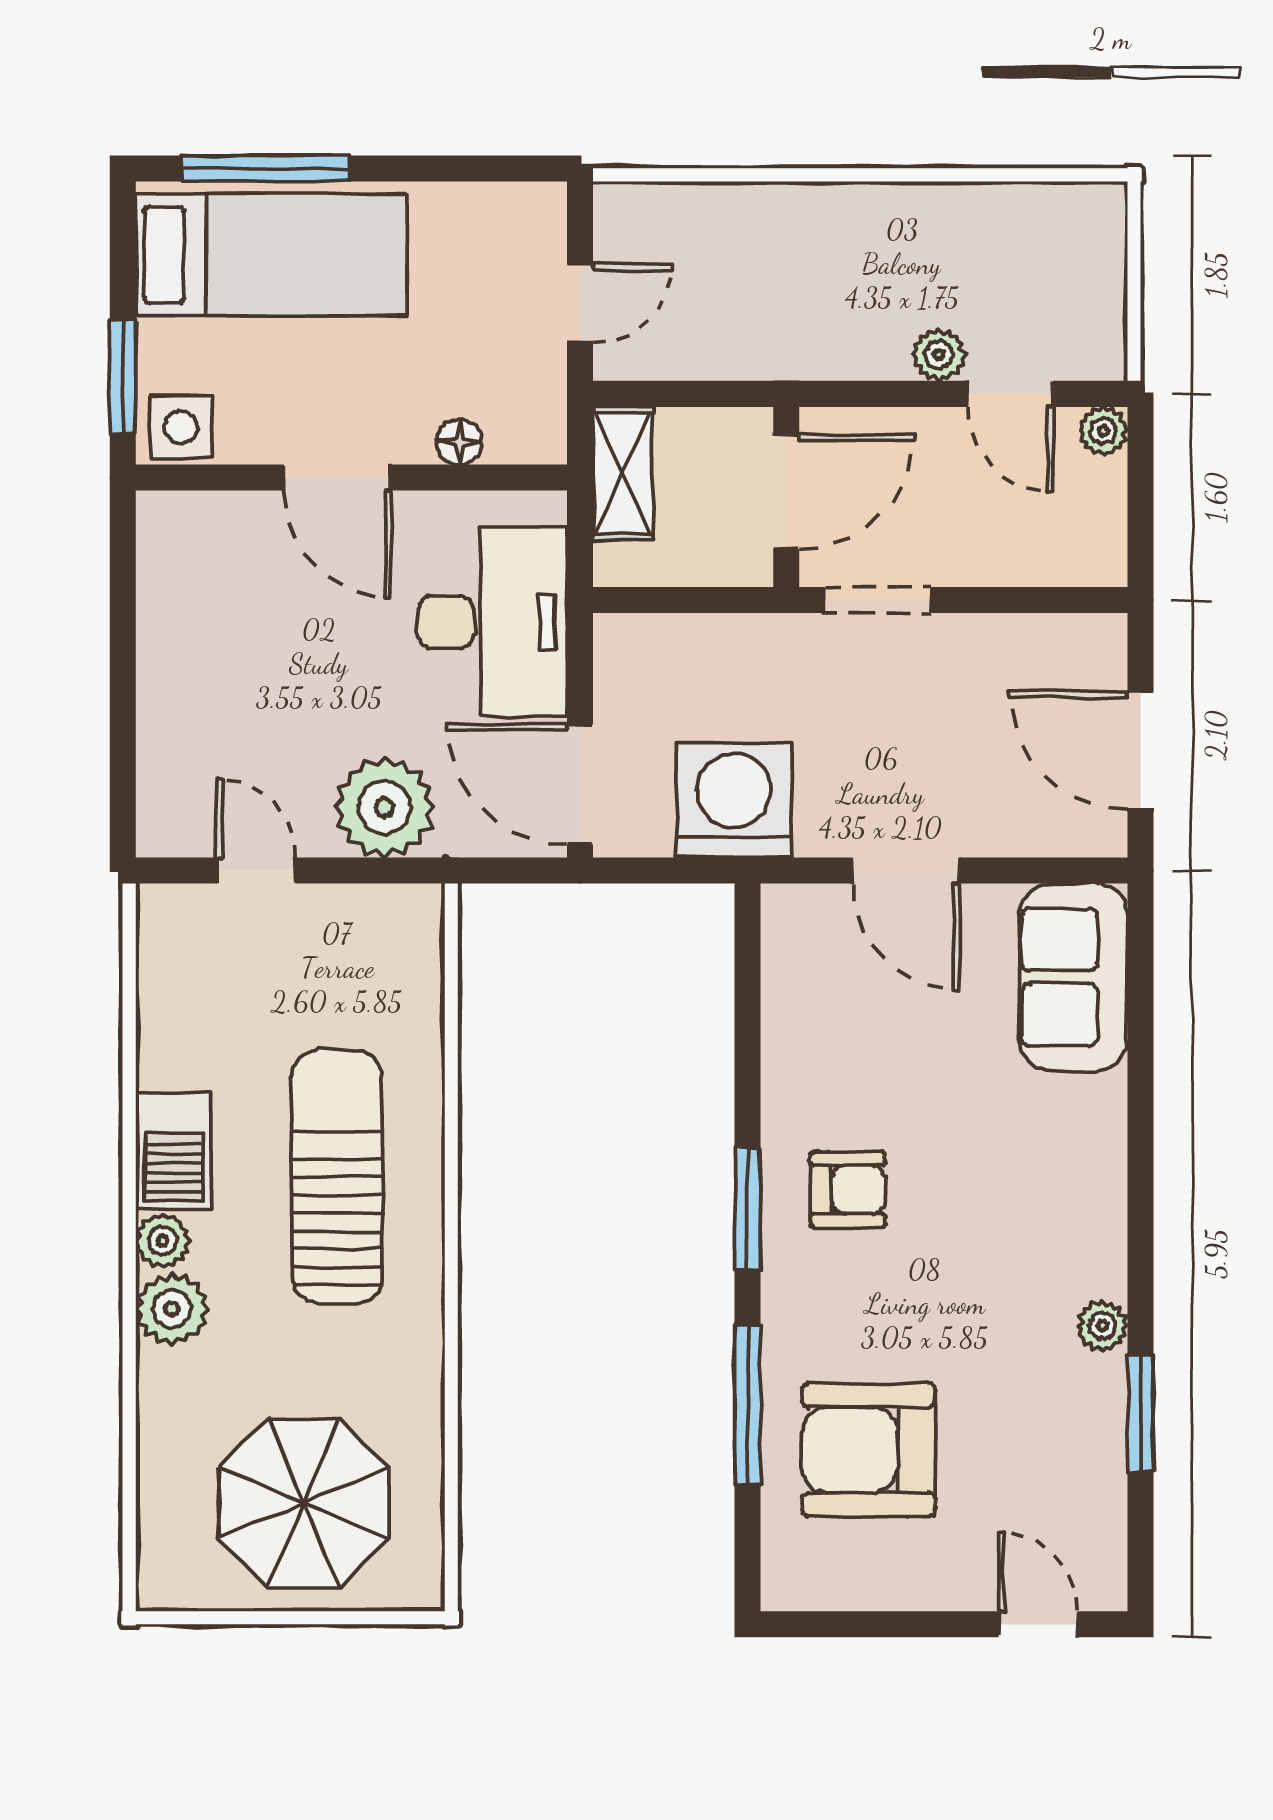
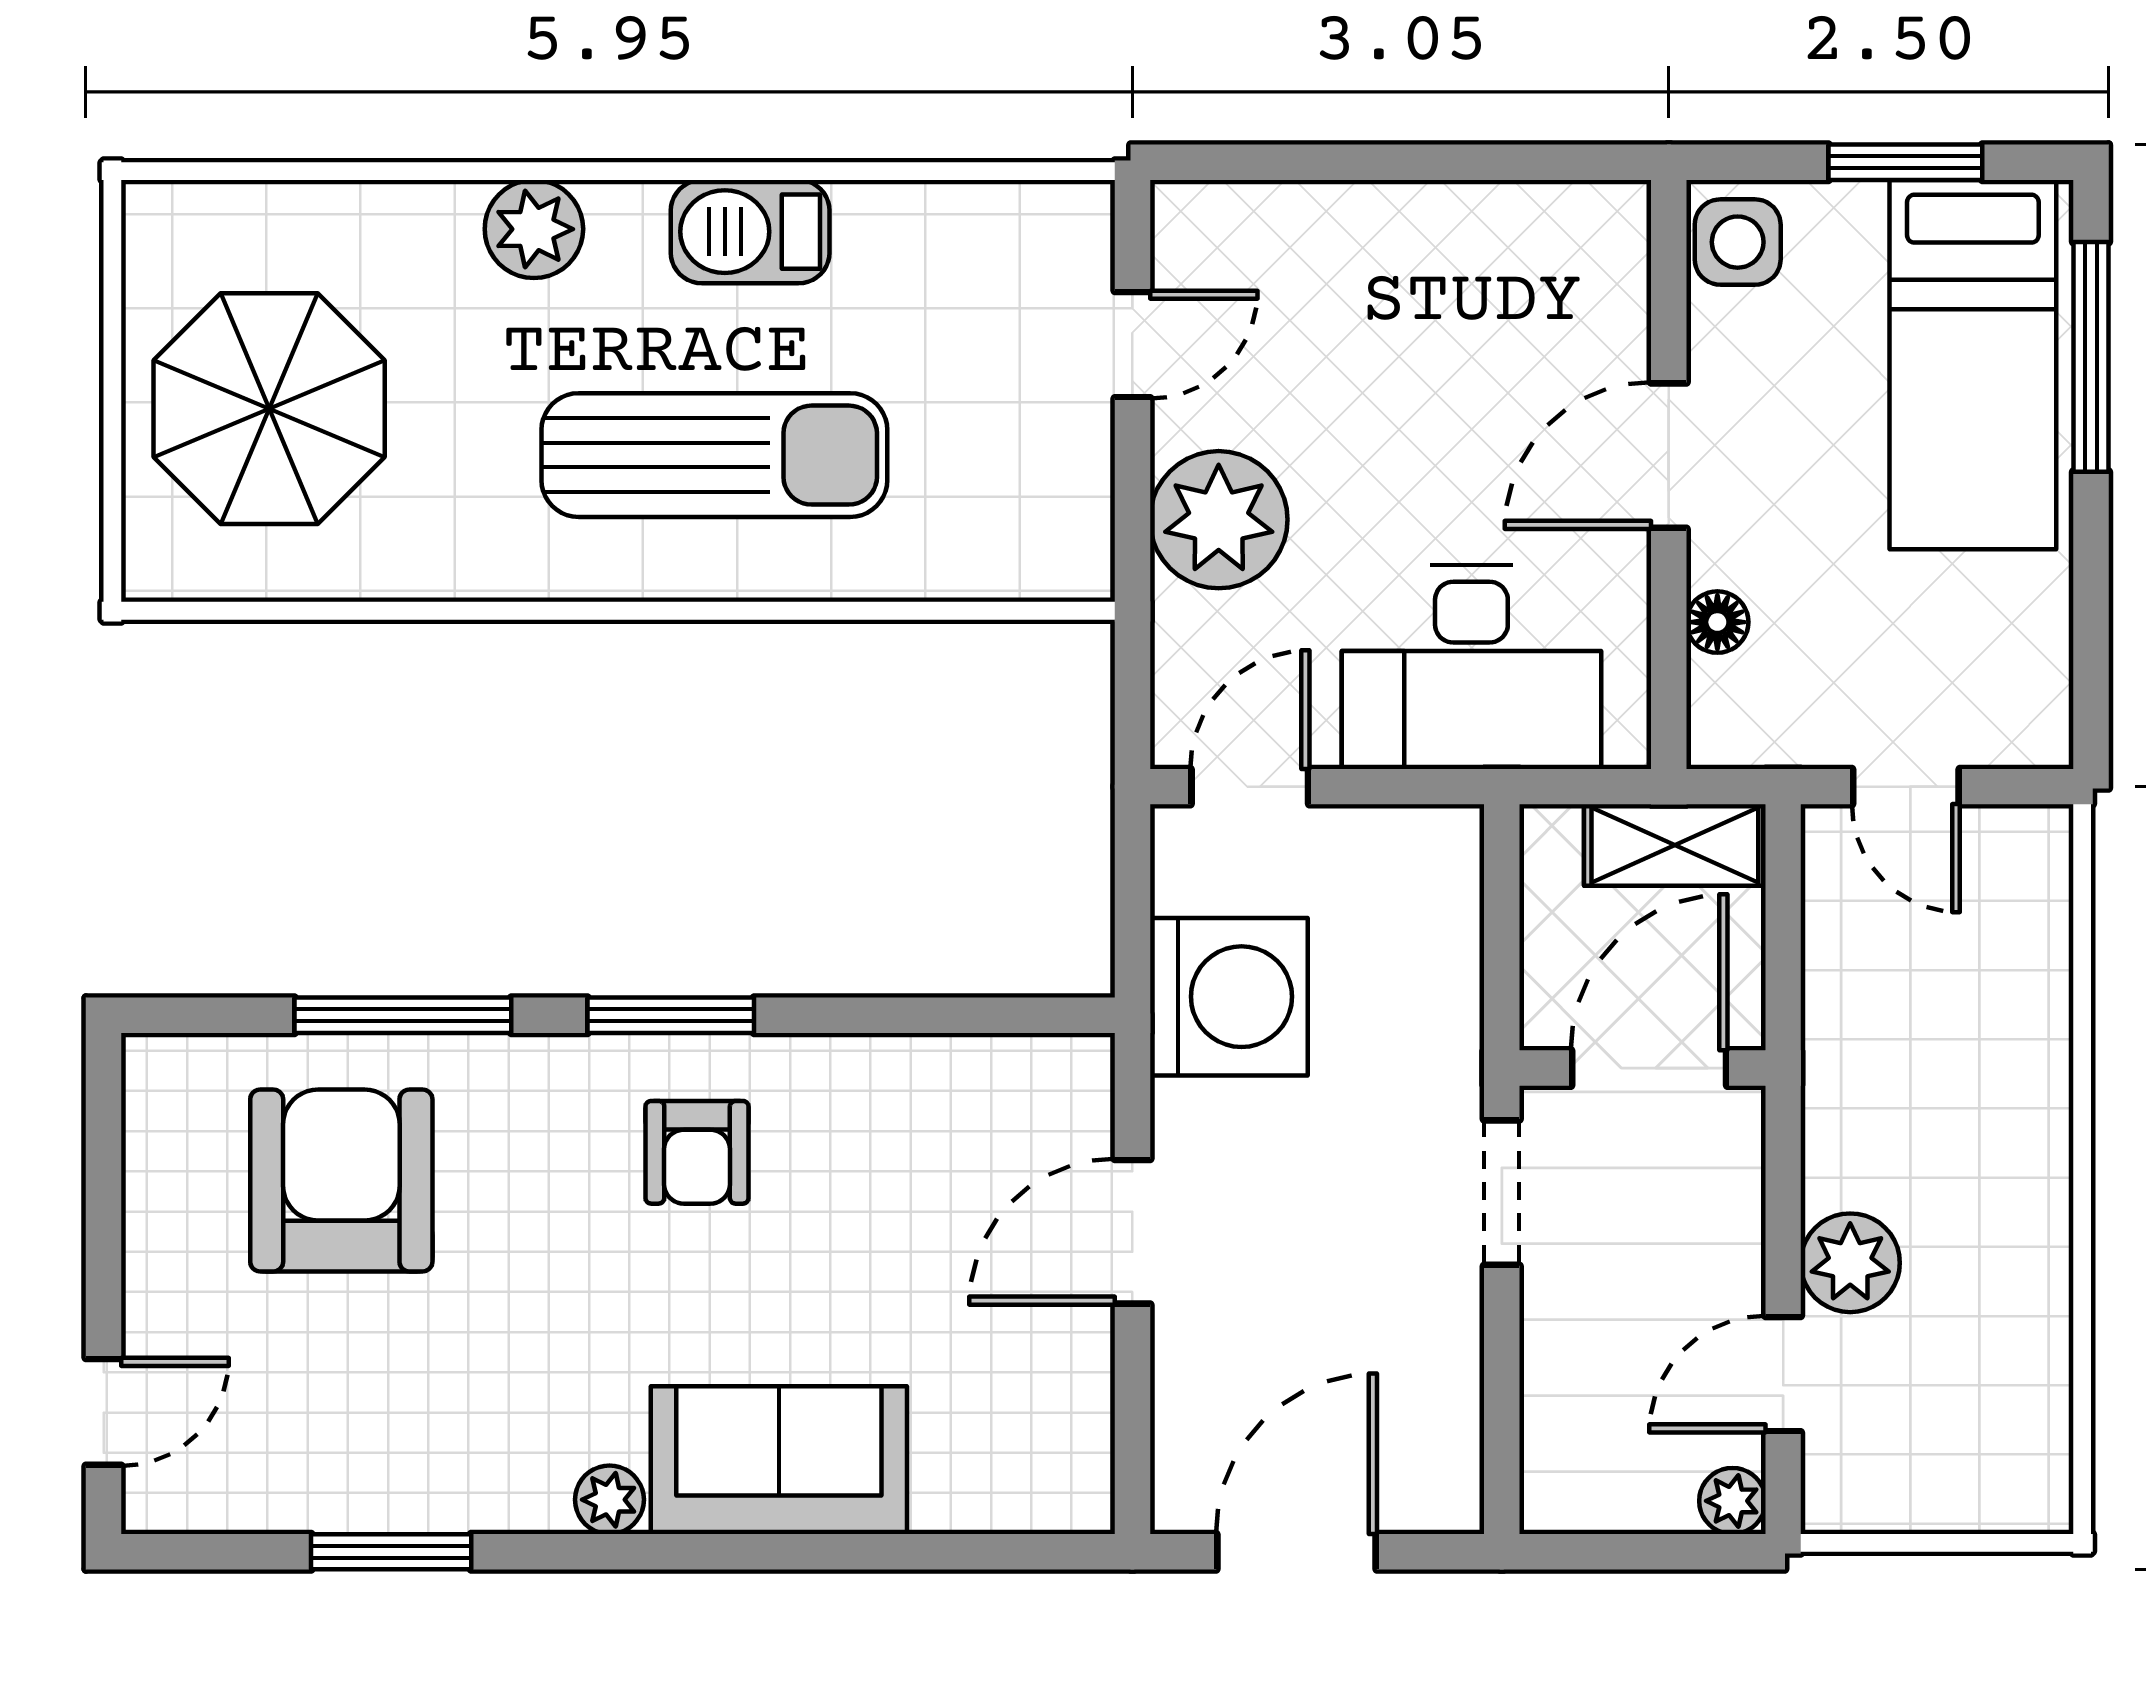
plant: (939, 355) -> (1850, 1263), width x1.38, depth x1.38
window: (123, 377) -> (1905, 162), moved
door: (786, 492) -> (1649, 1068), swing flipped
door: (580, 784) -> (1250, 787), width x0.73
sofa: (1073, 977) -> (779, 1460), moved
plant: (163, 1241) -> (627, 217), removed
plant: (1102, 1326) -> (609, 1500), moved

